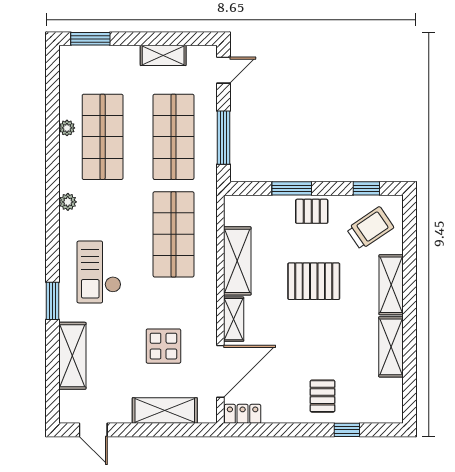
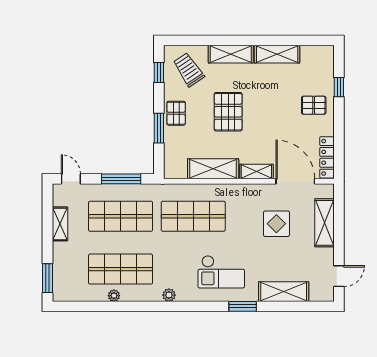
locker: (243, 414) -> (327, 157), width x1.53

